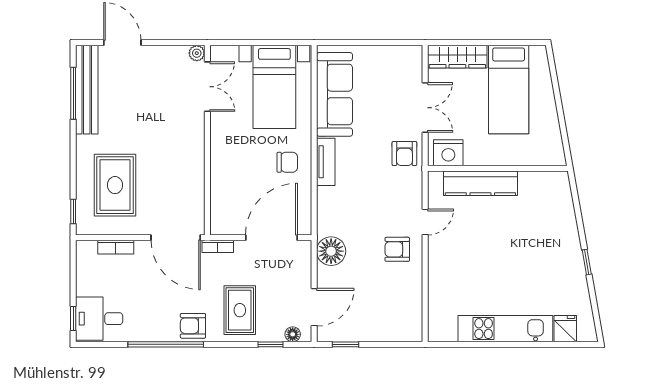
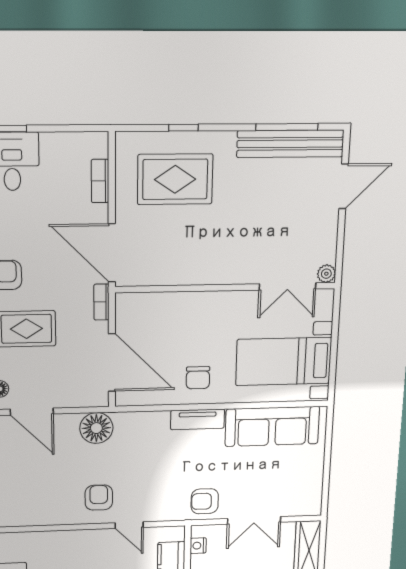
nightstand: (448, 153) -> (198, 546), width x0.53, depth x0.56
window: (73, 212) -> (183, 128), moved
door: (176, 238) -> (112, 253), hinge flipped

